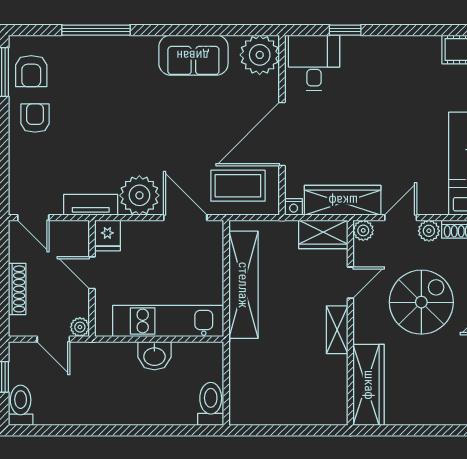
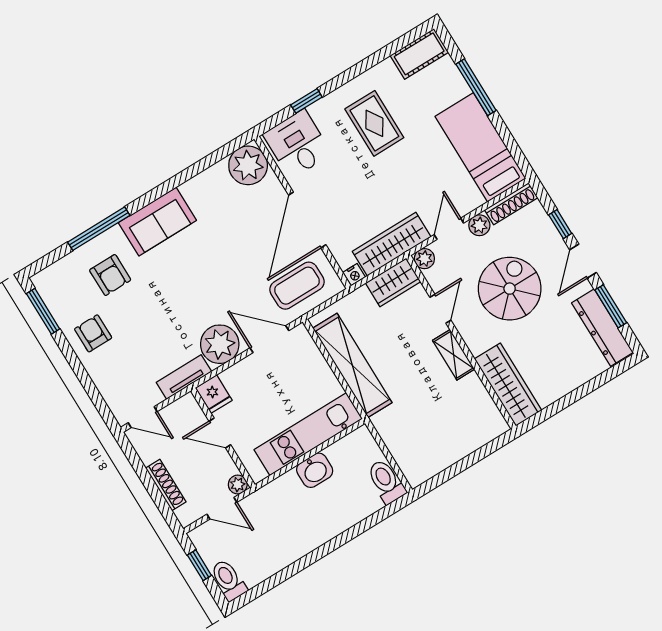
sofa: (193, 55) -> (157, 222), moved
armchair: (31, 71) -> (110, 275), moved
rug: (392, 86) -> (374, 123), added

